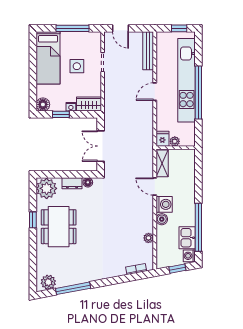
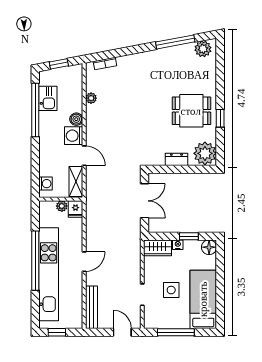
floor lamp: (88, 182) -> (159, 160), removed
dining table: (59, 227) -> (191, 111), width x0.73
washing machine: (189, 256) -> (46, 184), moved

